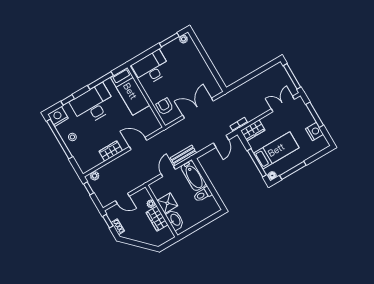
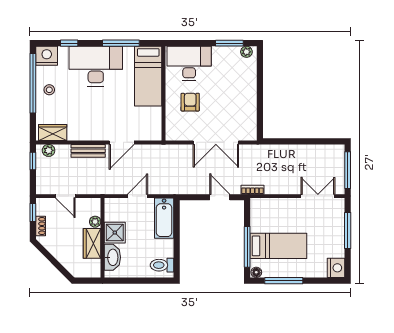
armchair: (165, 106) -> (190, 102), moved
double door: (198, 108) -> (216, 142), swing flipped
wardrobe: (253, 130) -> (265, 206), removed
nightstand: (315, 132) -> (336, 268), moved
door: (221, 141) -> (220, 197), swing flipped
door: (138, 143) -> (122, 142), swing flipped
wardrobe: (111, 151) -> (53, 133), moved
bench: (183, 155) -> (88, 151), moved
toilet: (203, 194) -> (162, 265), moved

